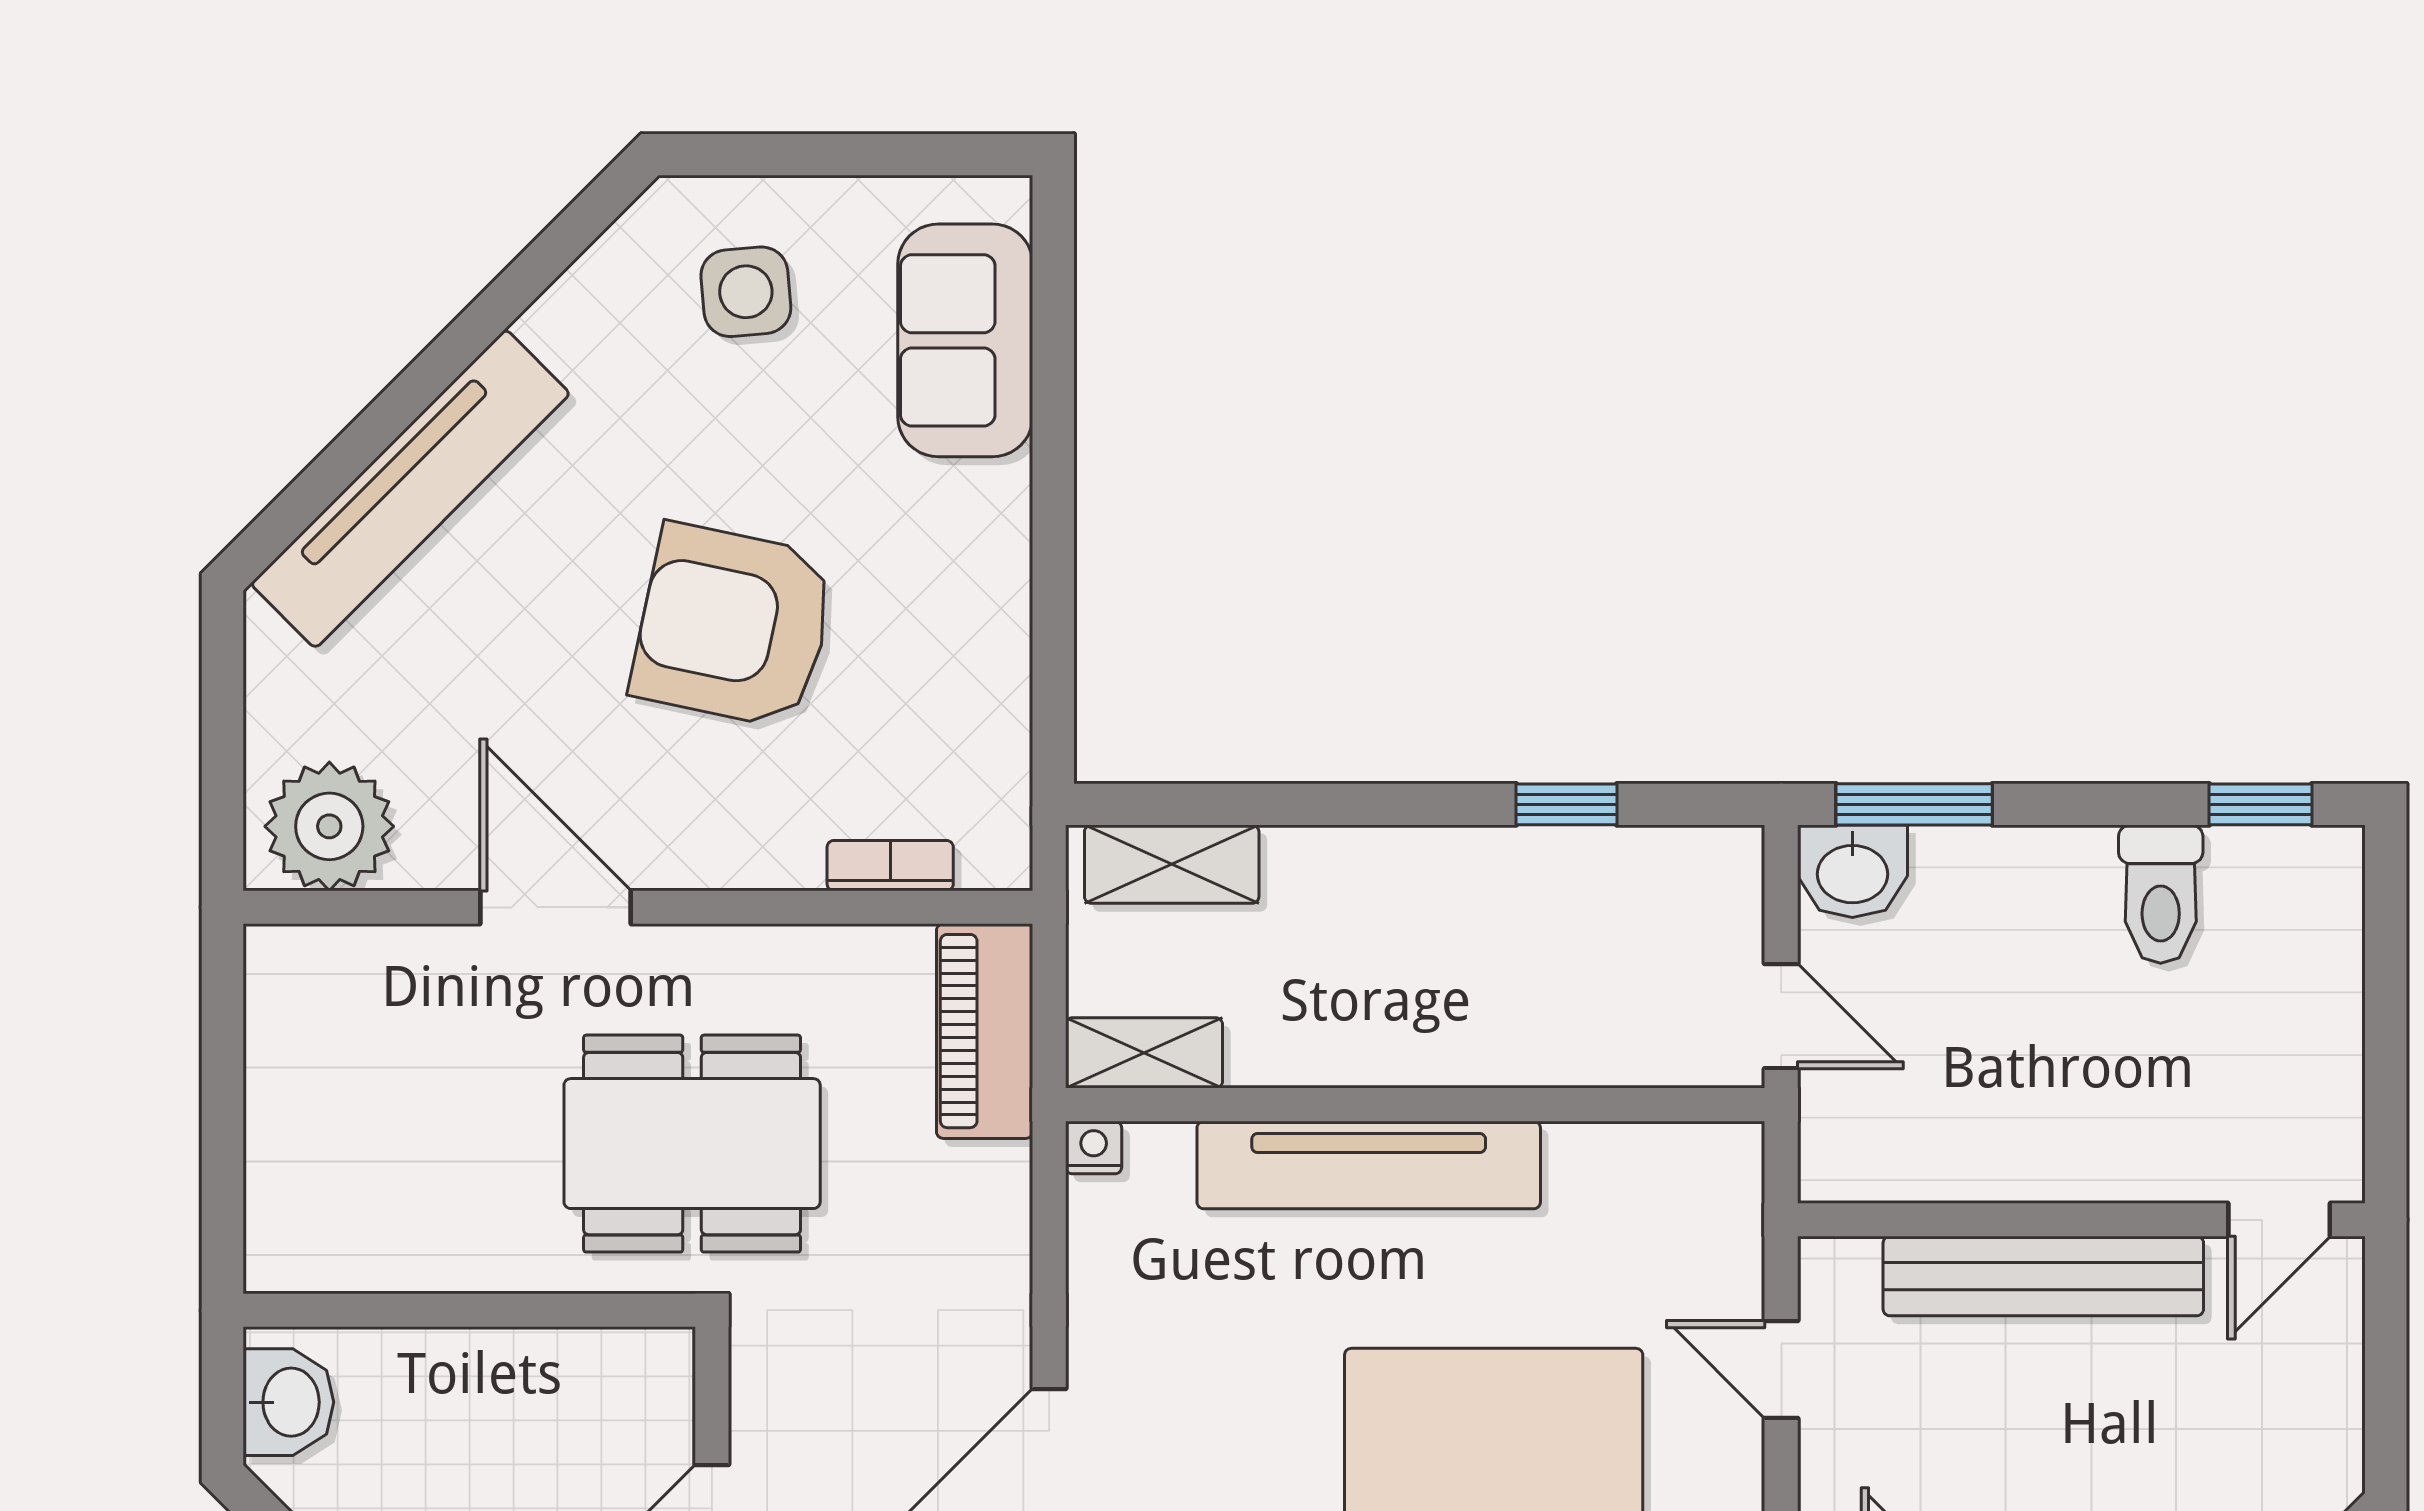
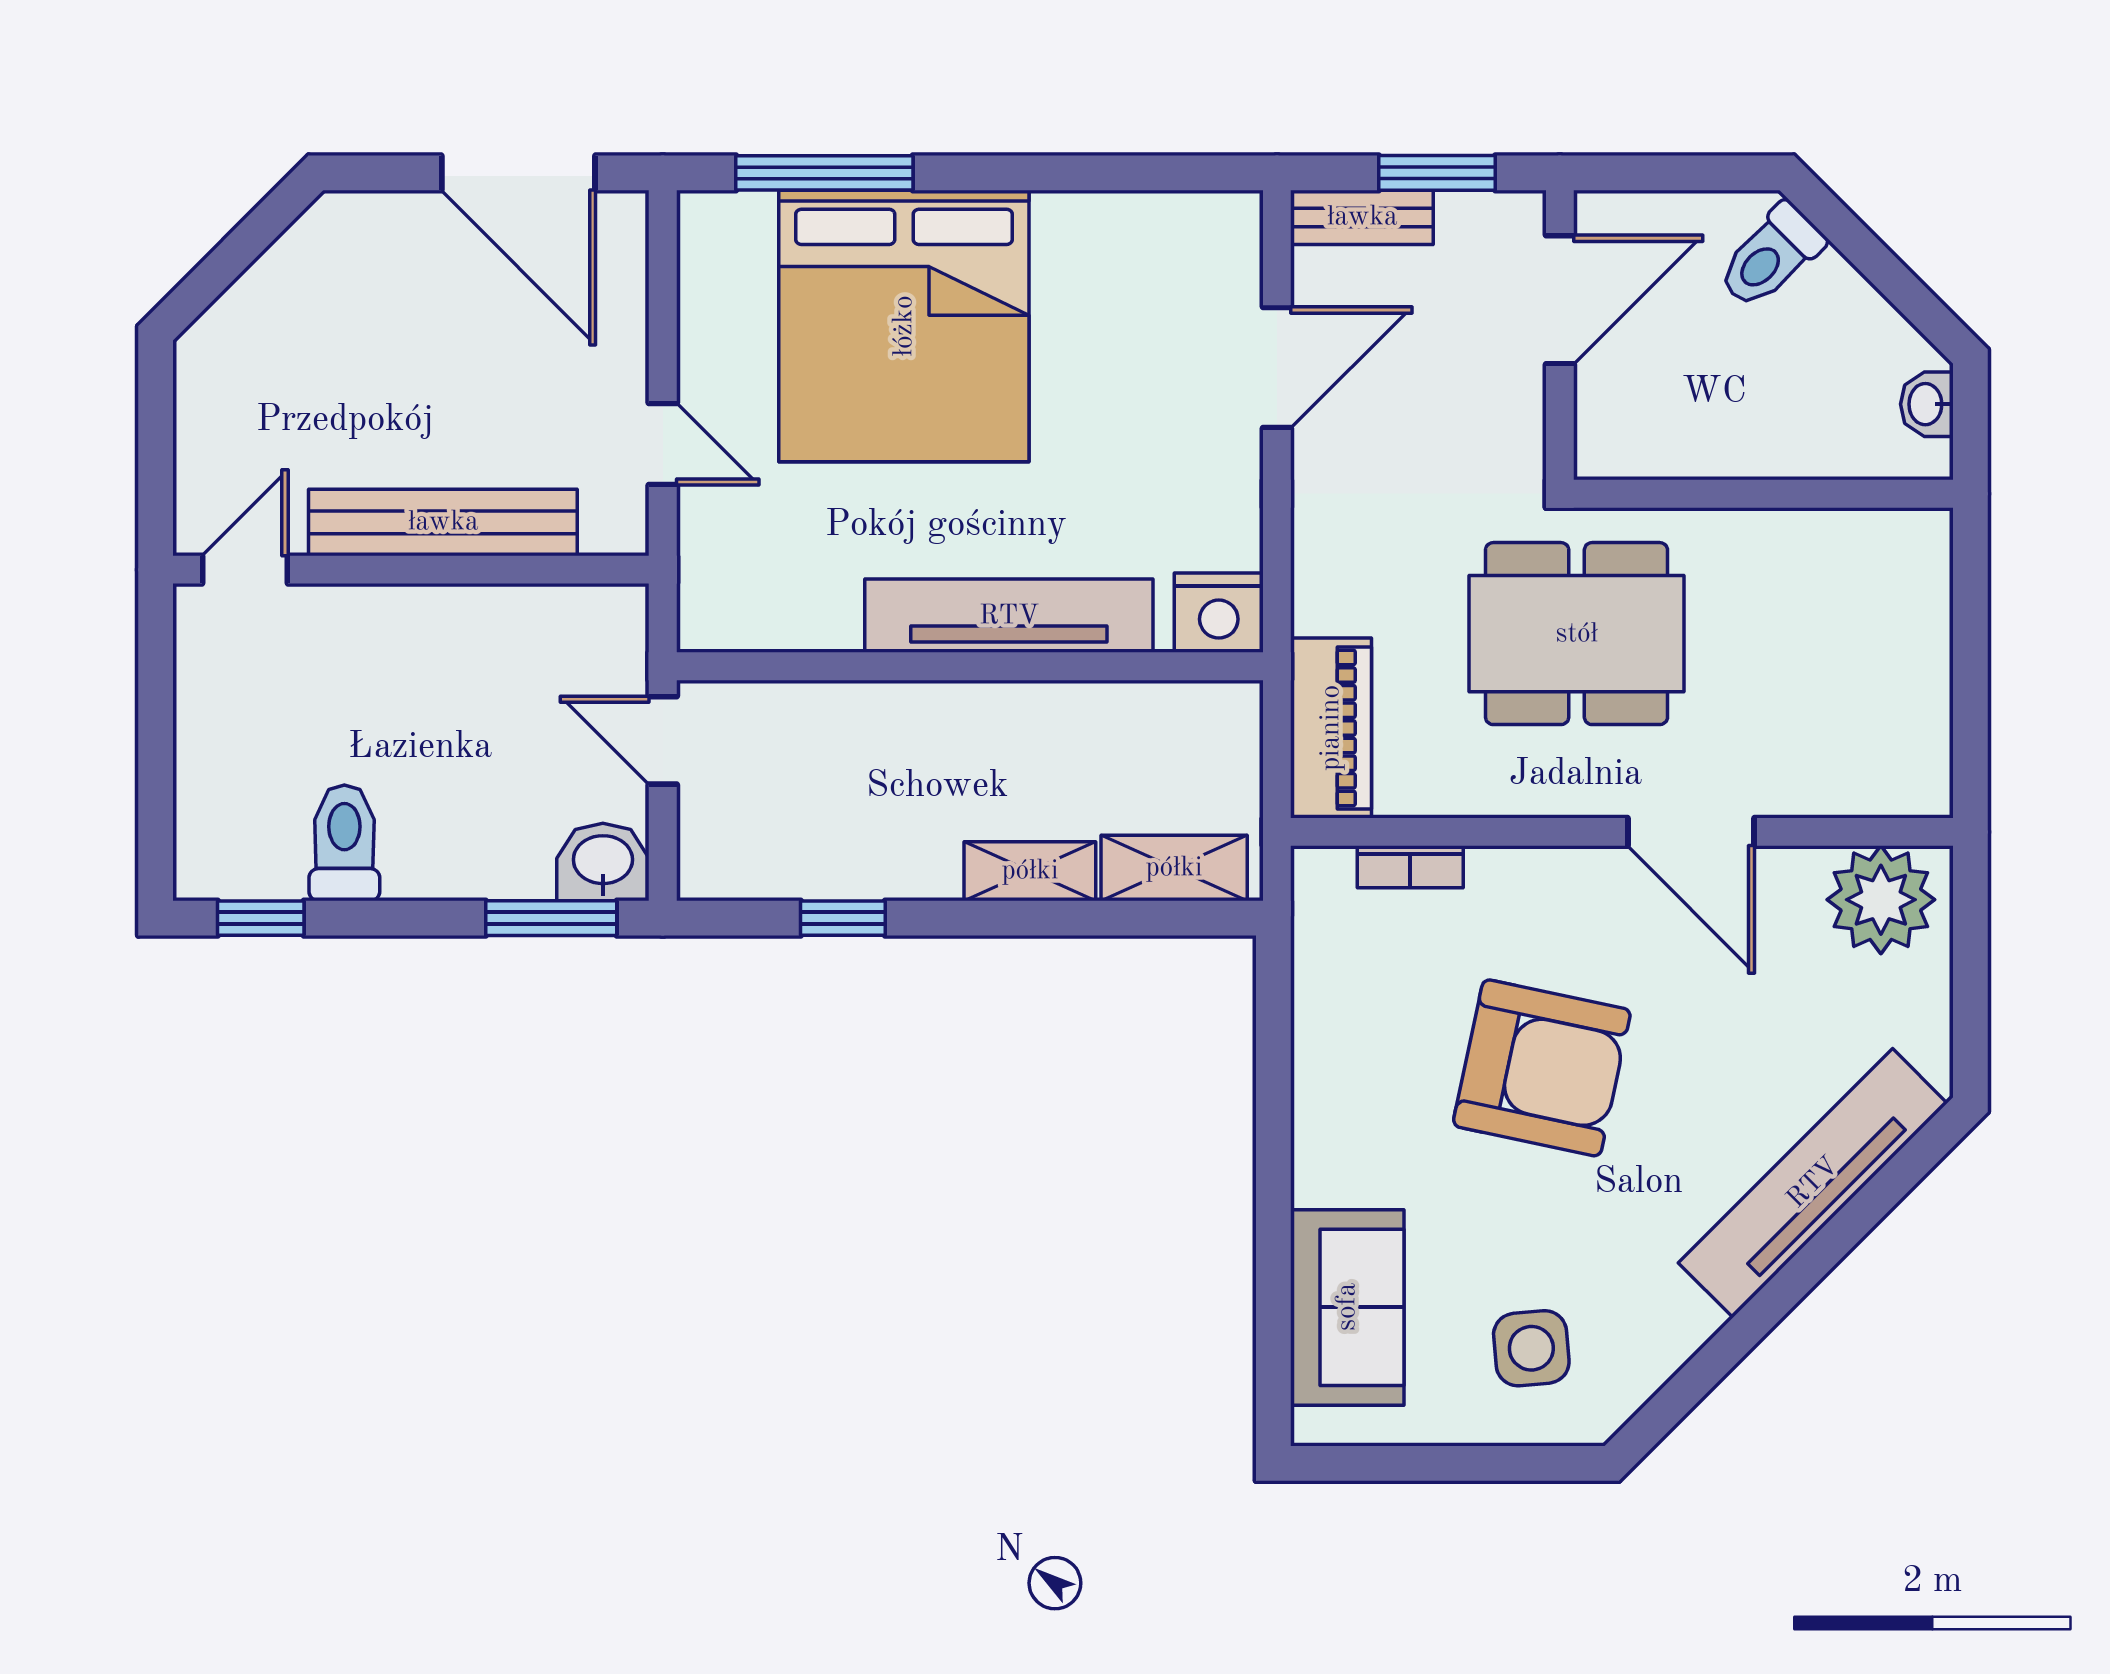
shelving: (1144, 1053) -> (1030, 871), moved
nightstand: (1094, 1147) -> (1219, 613), width x1.89, depth x1.79
washbasin: (288, 1402) -> (1927, 404), width x0.72, depth x0.69

